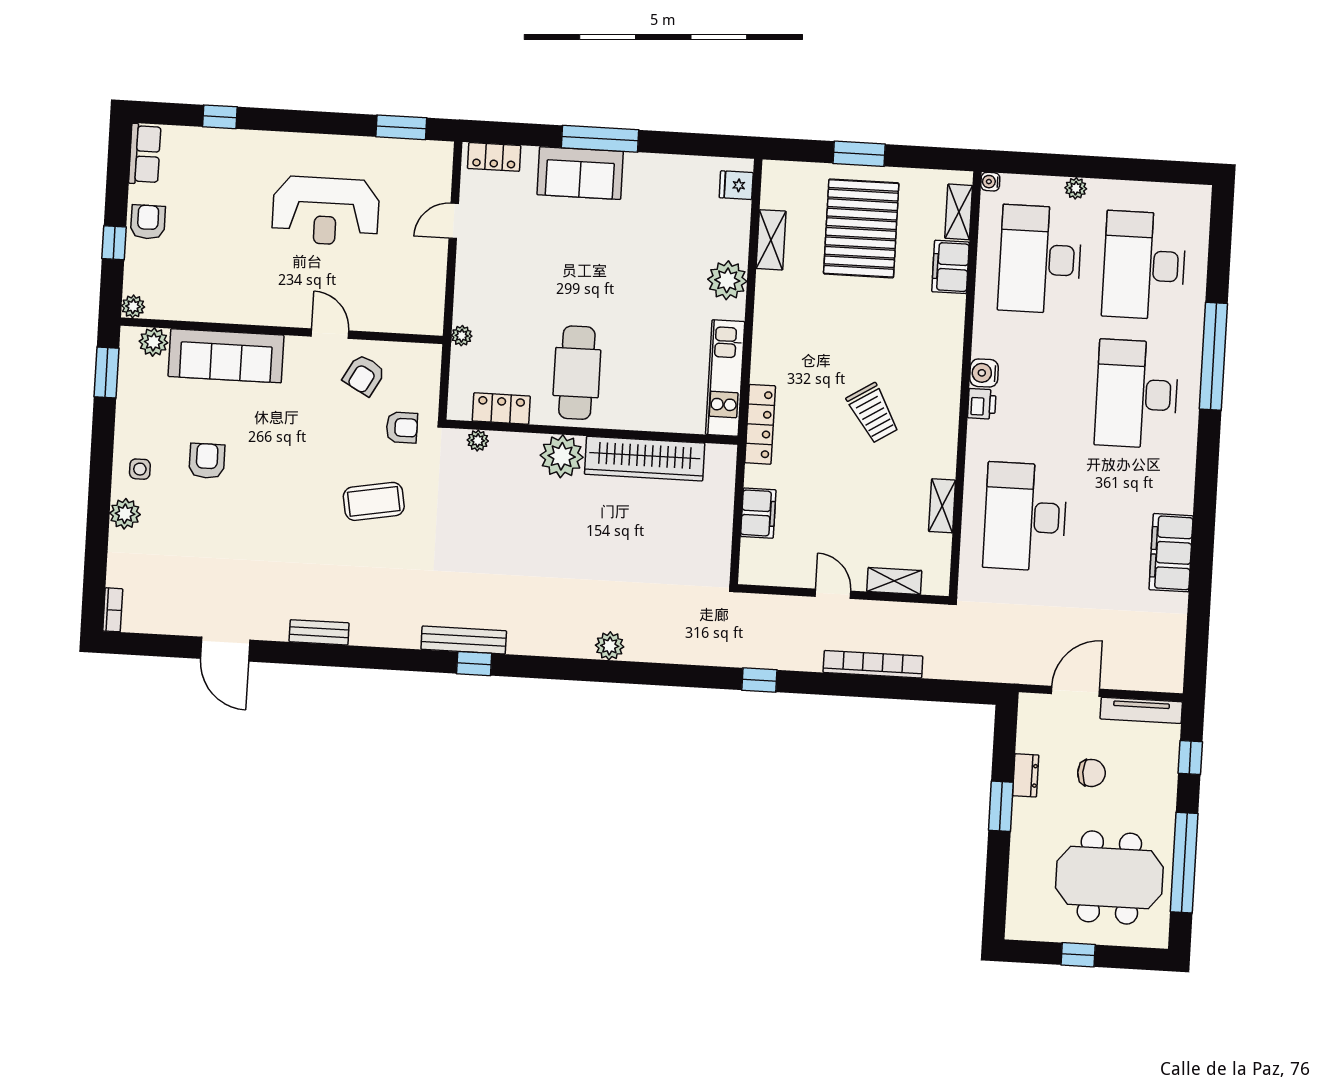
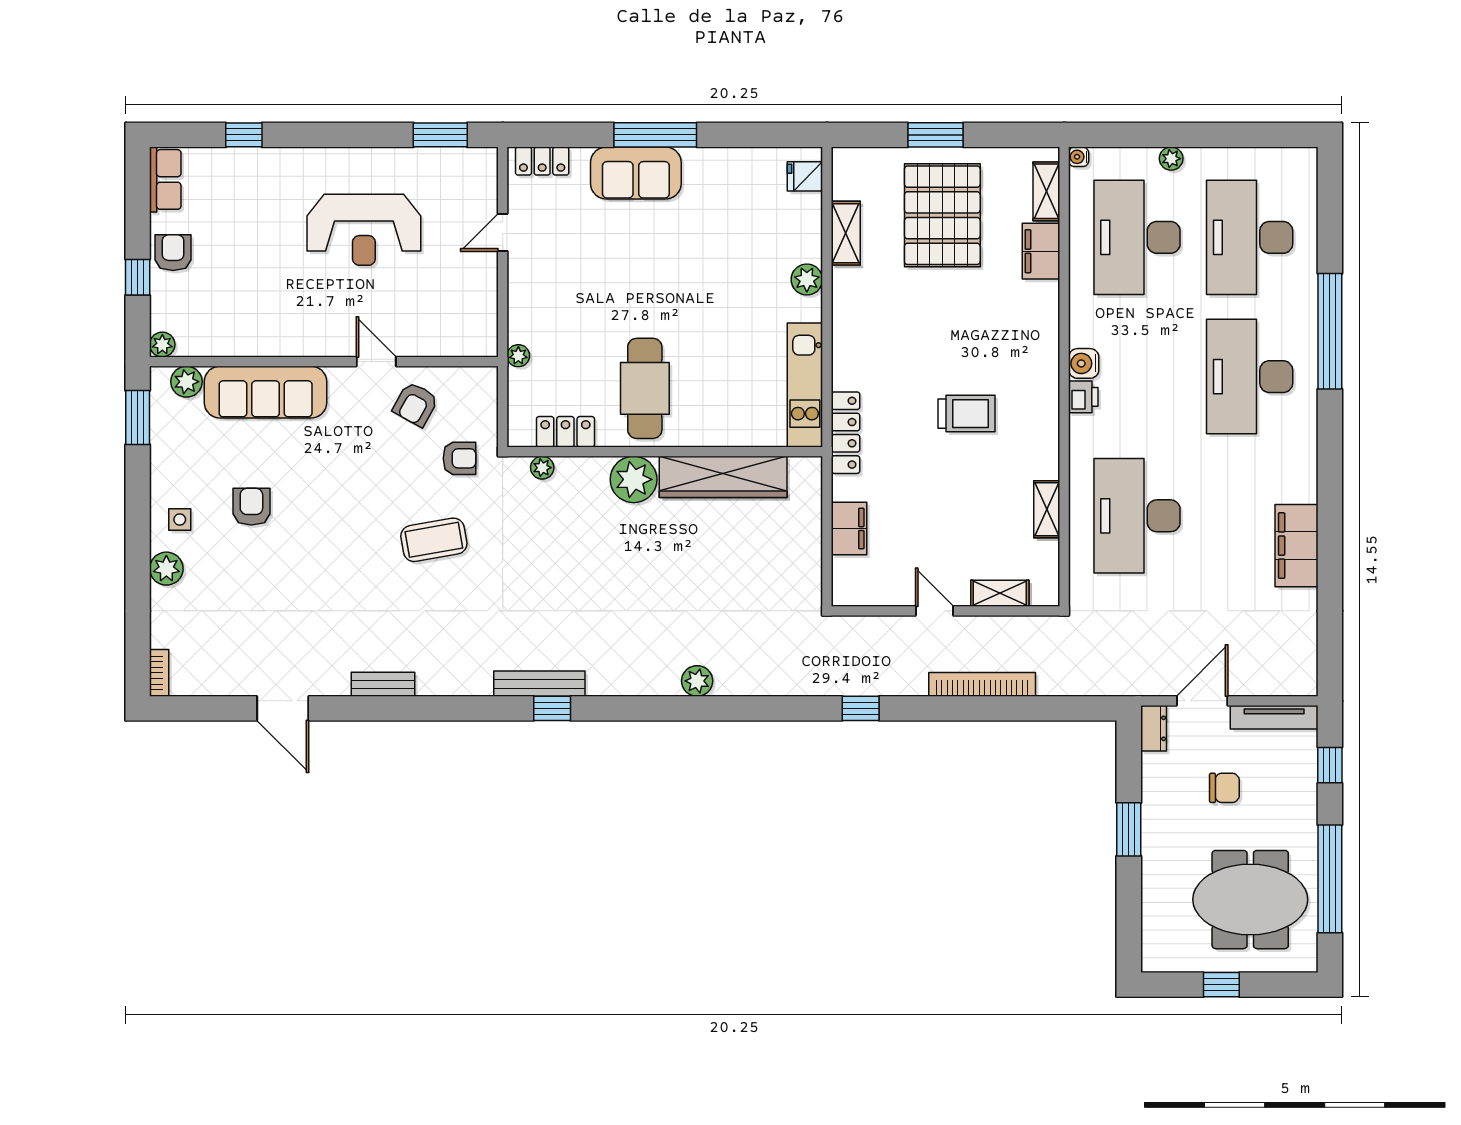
plant: (727, 280) -> (807, 280), width x0.73, depth x0.73
trolley: (873, 413) -> (966, 414), turned -58
dresser: (1026, 775) -> (1154, 728), moved

